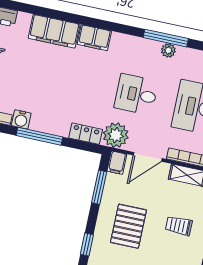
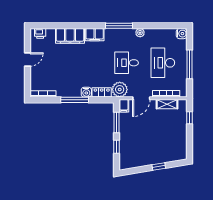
window: (166, 38) -> (119, 26), moved
water cooler: (21, 119) -> (86, 92), moved
pallet: (128, 226) -> (139, 142), removed
trolley: (179, 226) -> (168, 135), removed
window: (87, 244) -> (116, 147), moved

